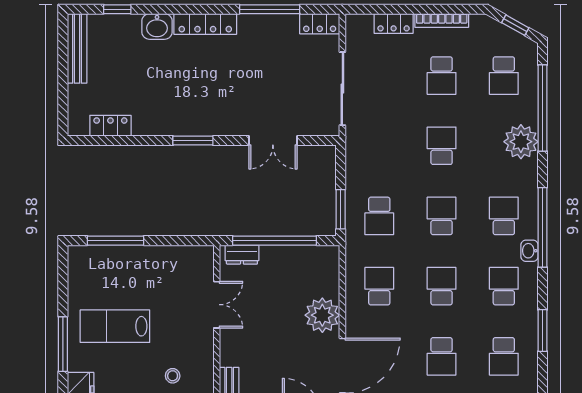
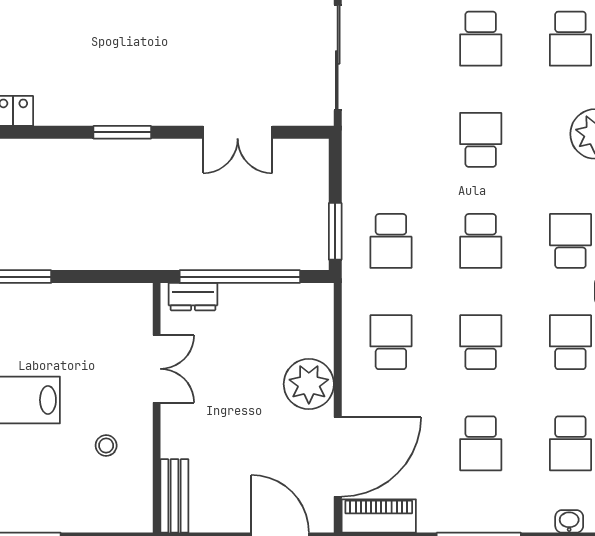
school desk: (442, 216) -> (481, 241), turned 180
stool: (173, 376) -> (106, 446), moved

